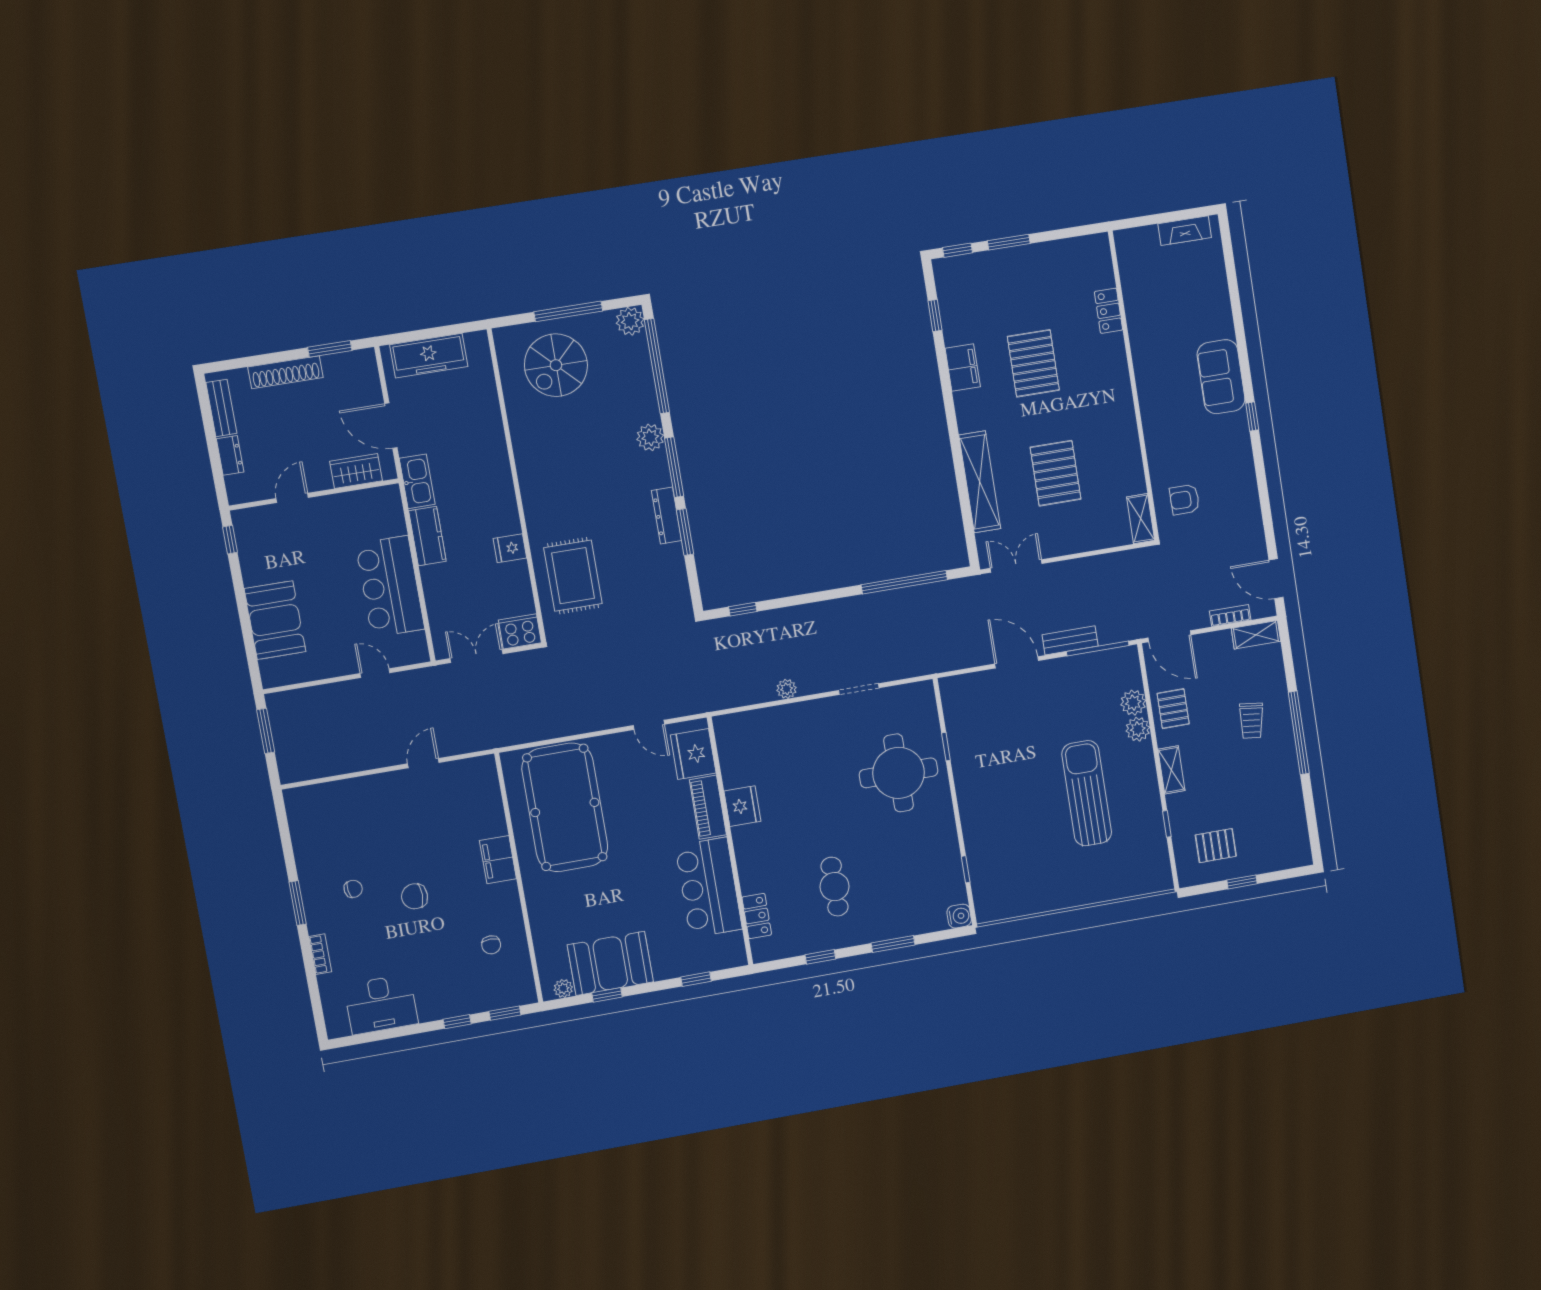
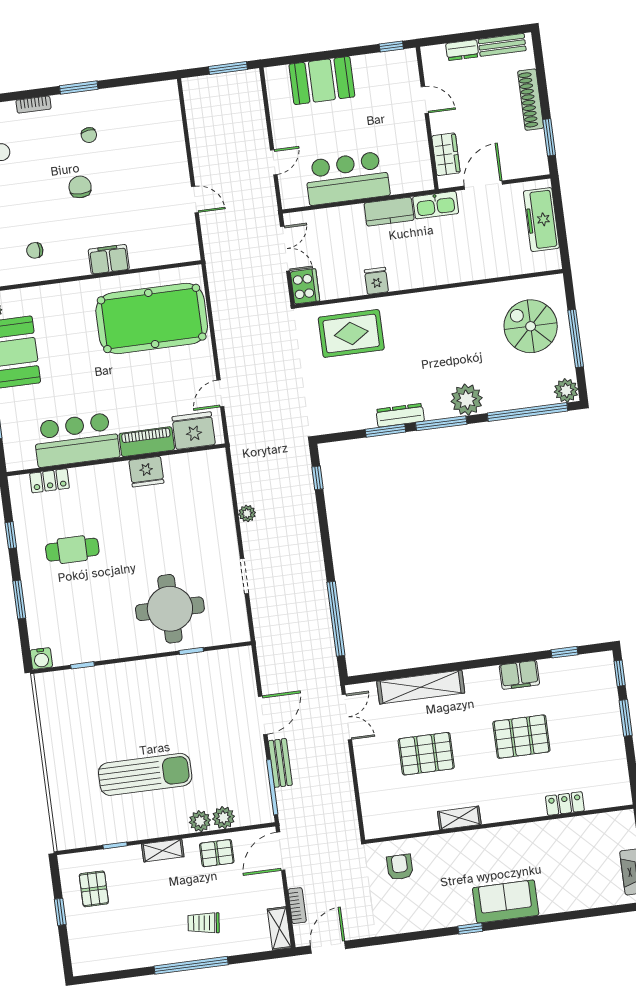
plant: (650, 437) -> (467, 400), width x1.36, depth x1.36
shelving: (1141, 519) -> (459, 818), moved

